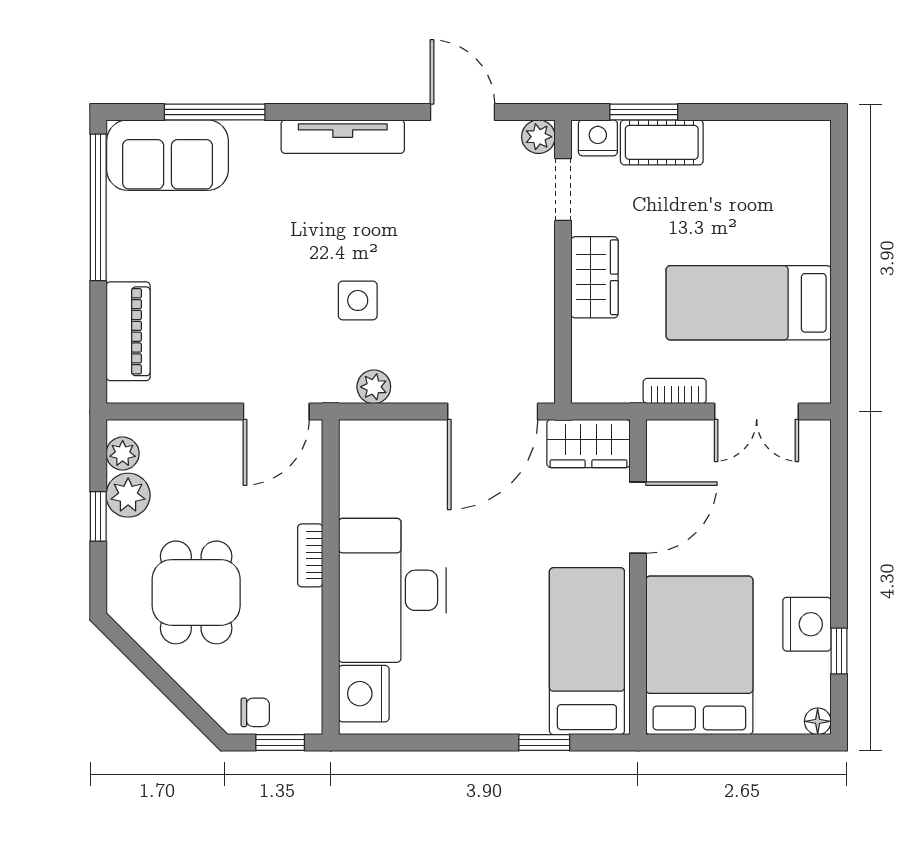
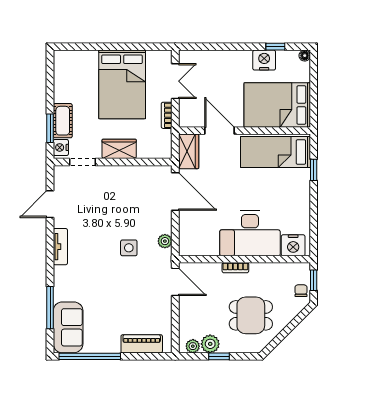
tv unit: (343, 137) -> (60, 247), width x0.71
plant: (538, 137) -> (60, 172), removed
bed: (749, 303) -> (122, 84), width x1.50

